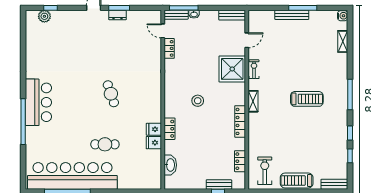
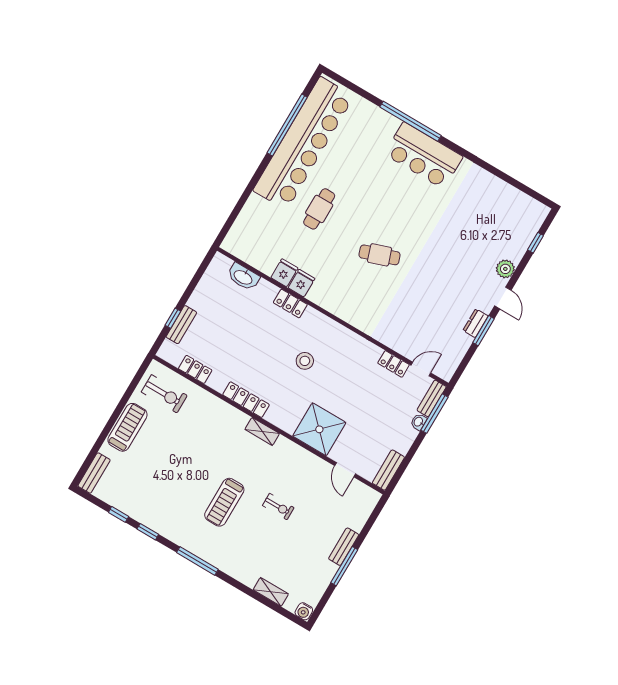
bench: (292, 15) -> (344, 547), width x0.73
plant: (44, 16) -> (505, 269), moved
exercise bike: (254, 69) -> (278, 507), moved

